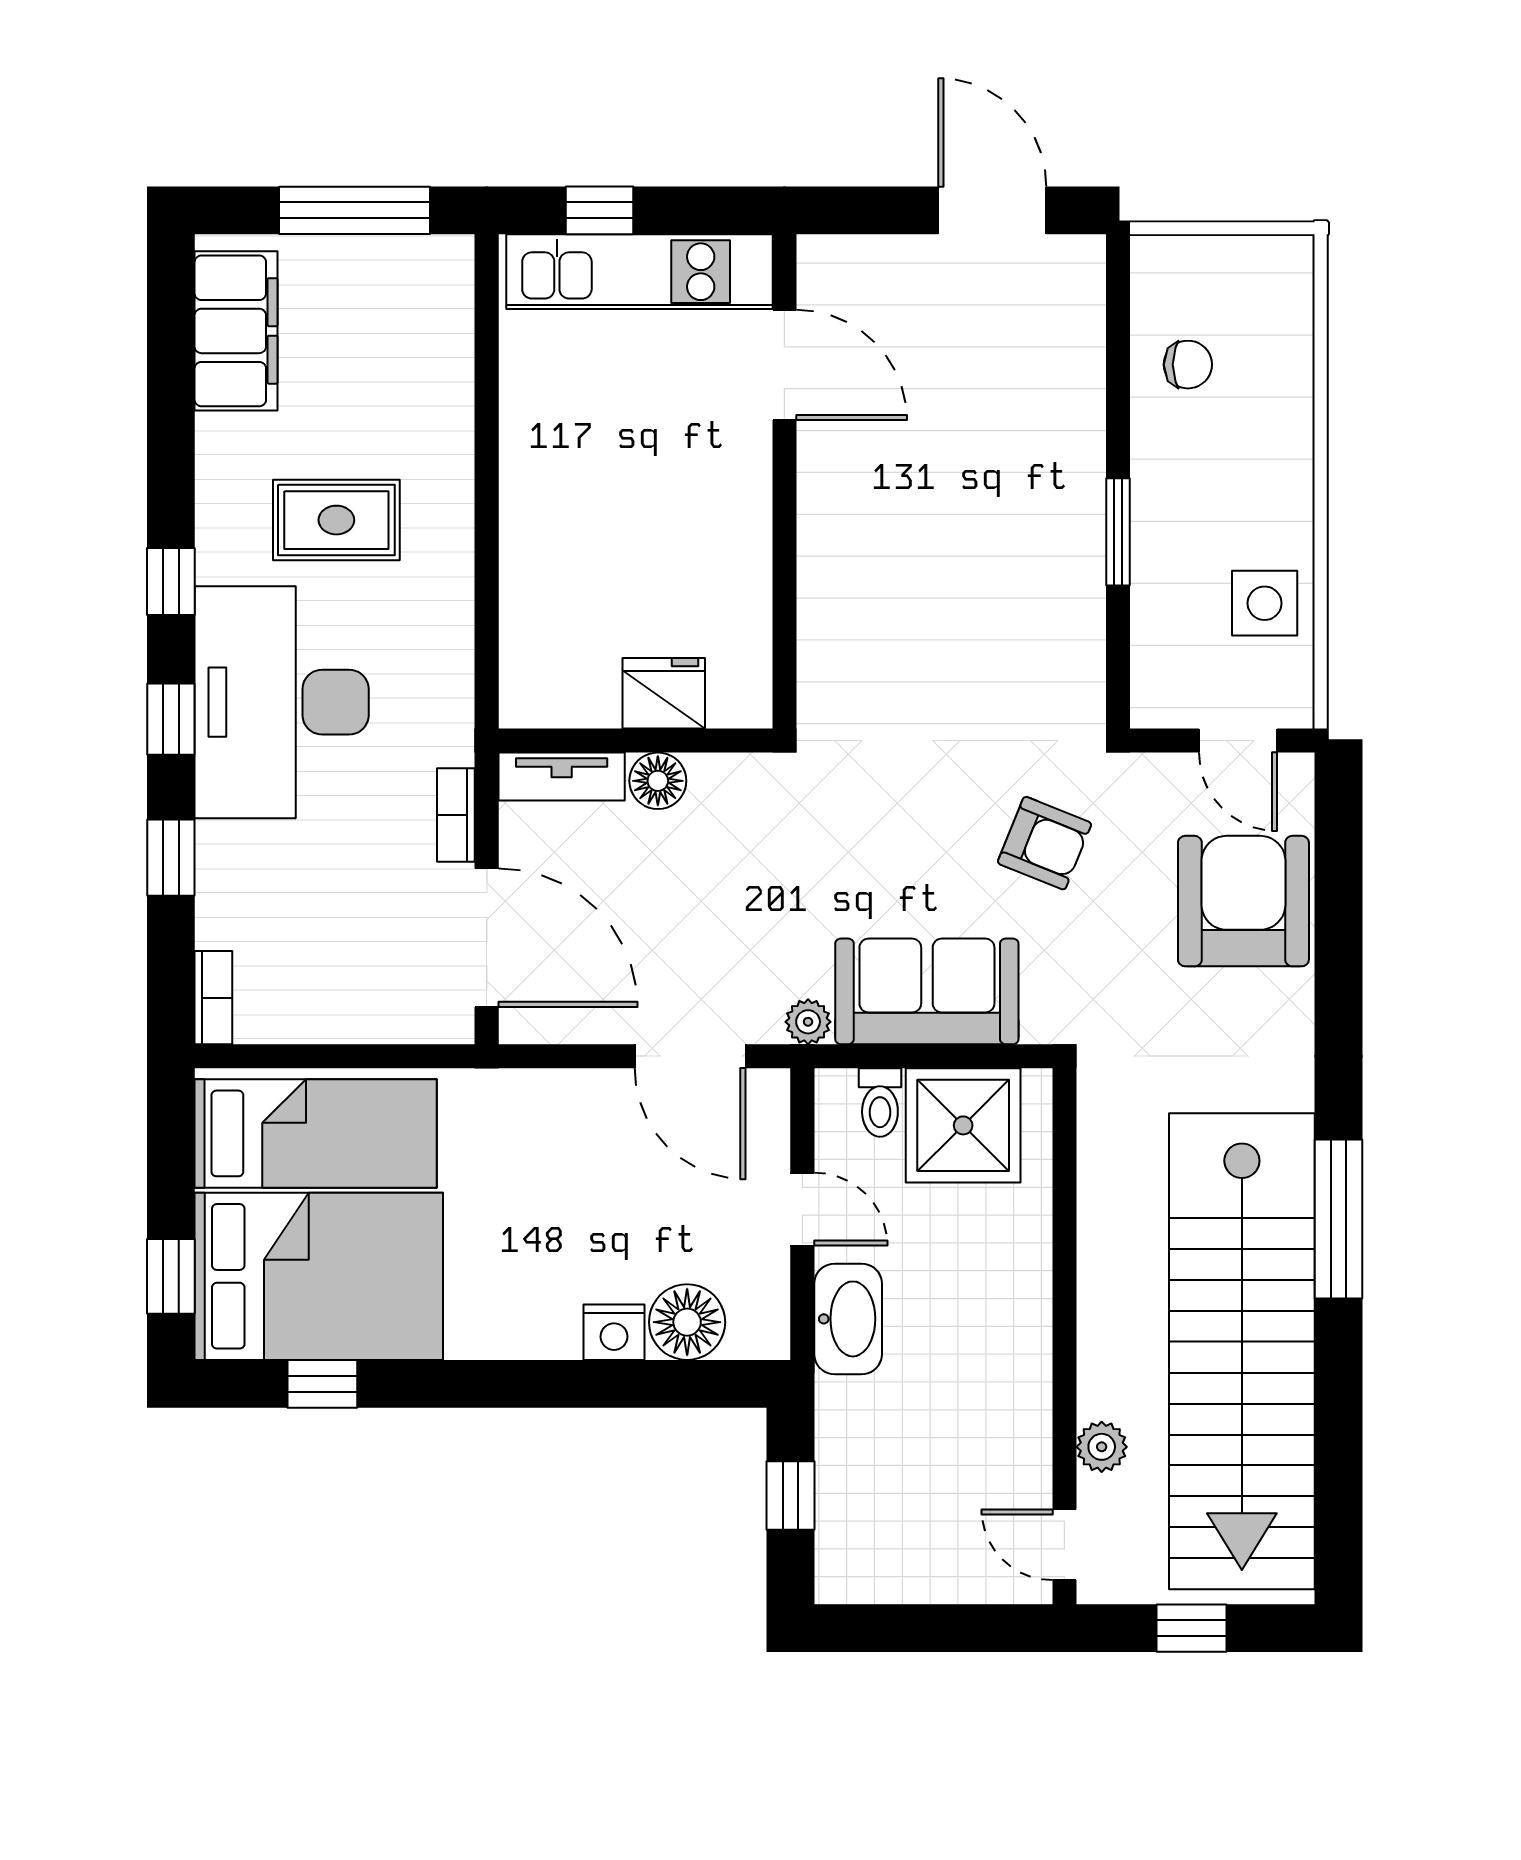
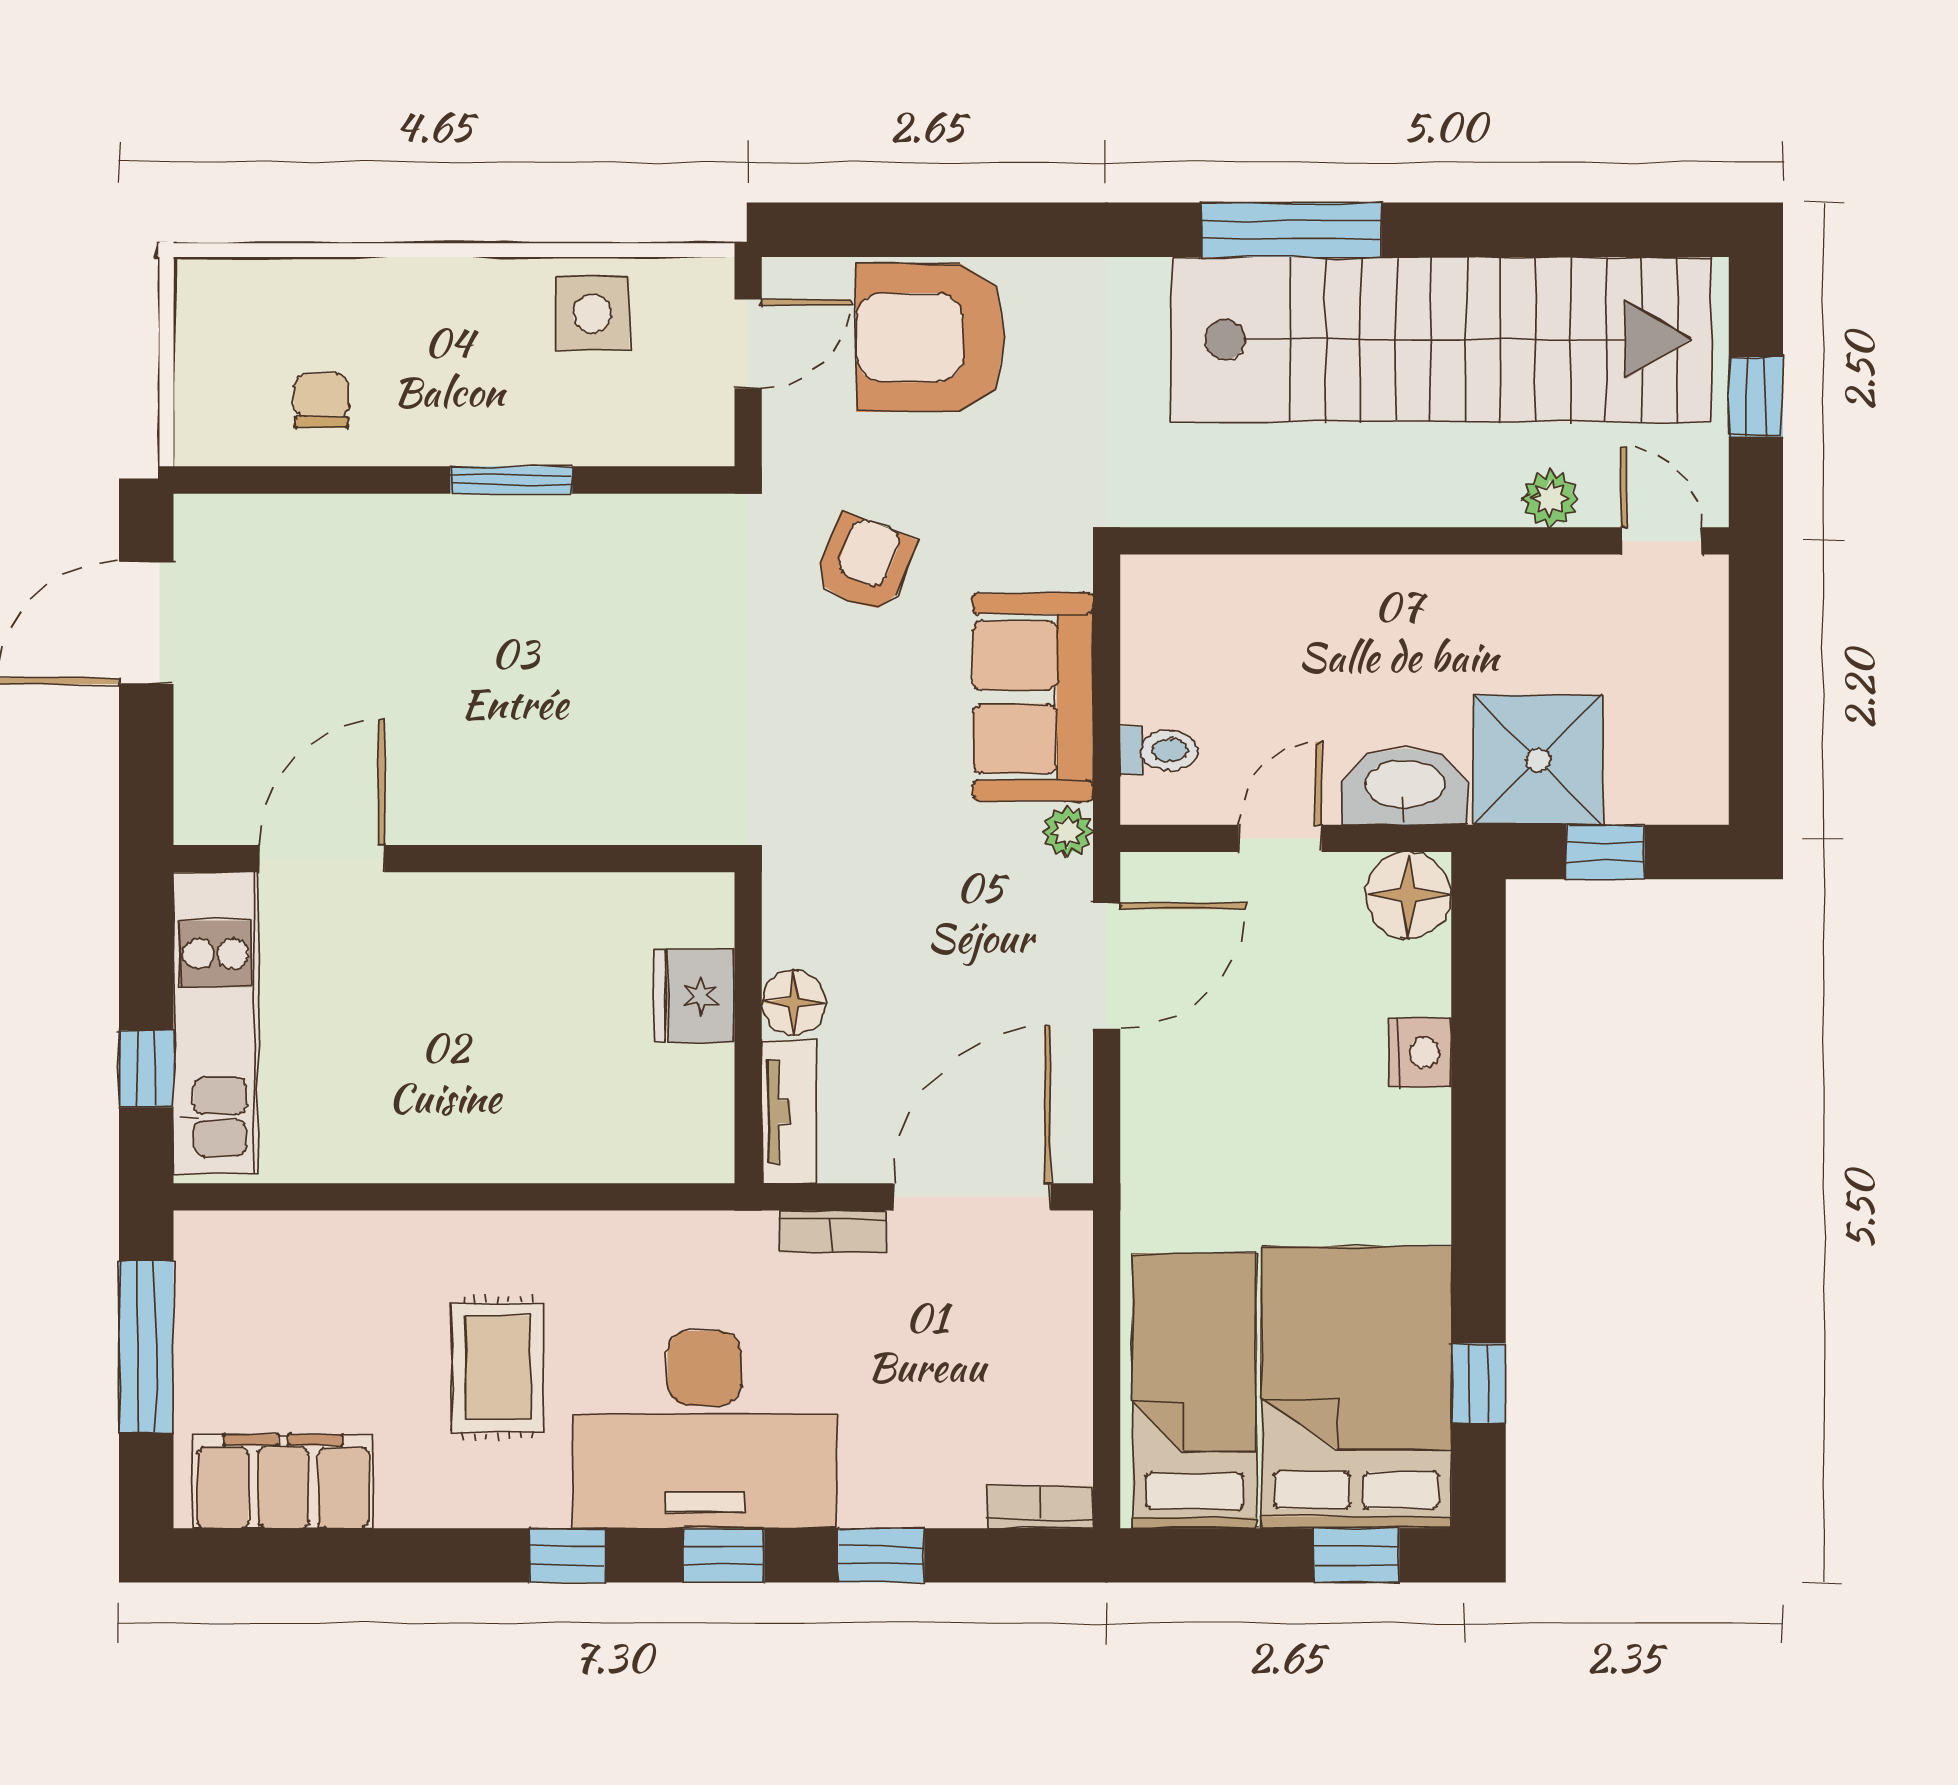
shower: (963, 1125) -> (1538, 760), moved
floor lamp: (687, 1322) -> (1408, 895), moved
door: (1064, 1545) -> (1661, 541), swing flipped

